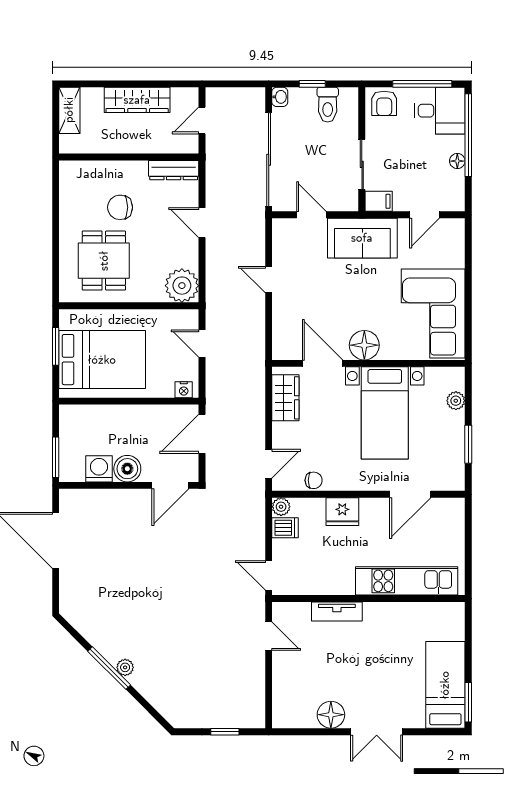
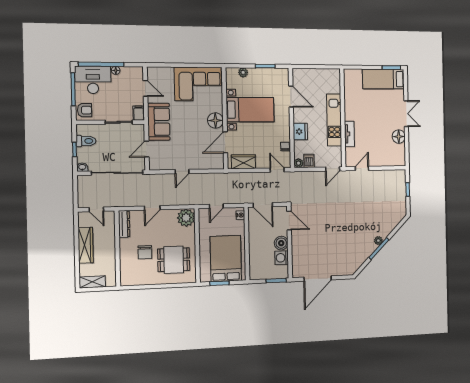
desk: (440, 111) -> (93, 80), width x1.37
kitchen unit: (407, 581) -> (334, 120), moved

